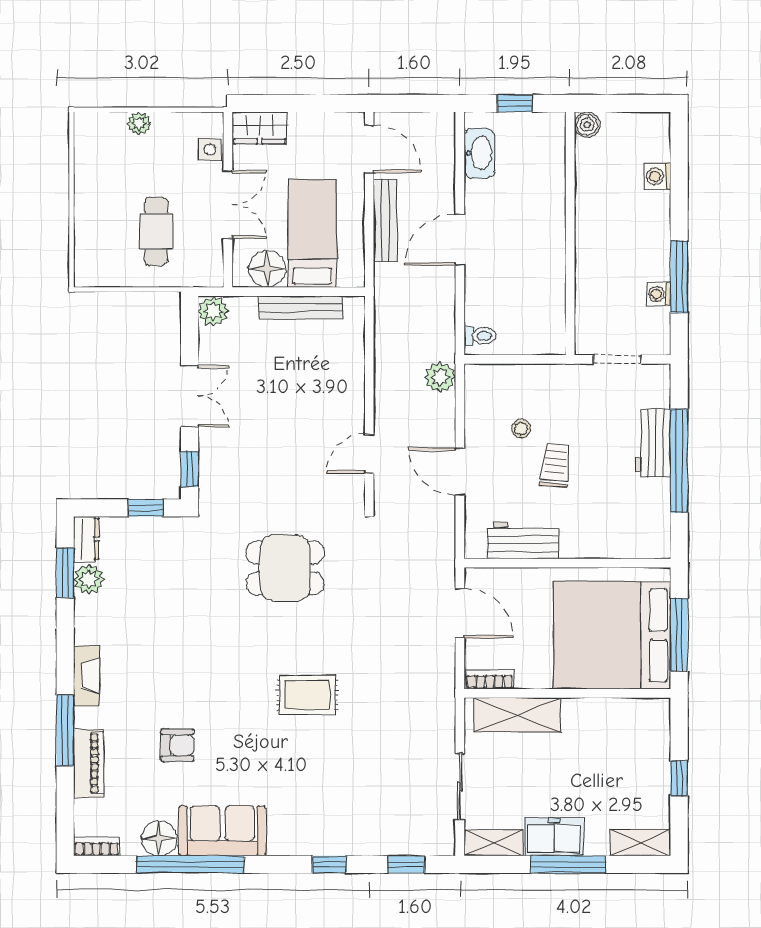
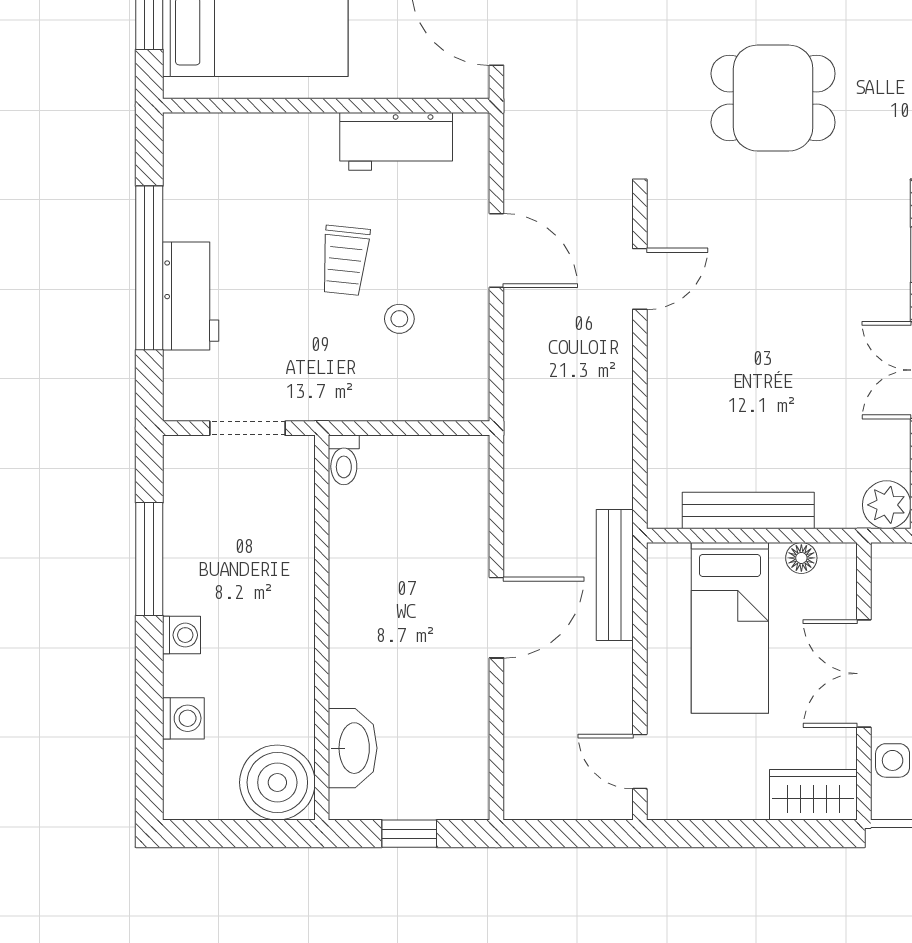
boiler: (587, 125) -> (277, 782), width x1.86, depth x1.86
door: (369, 149) -> (640, 762), width x0.73
washbasin: (479, 153) -> (353, 748), moved, turned 180
bench: (385, 220) -> (615, 575), moved
floor lamp: (267, 269) -> (801, 558), width x0.53, depth x0.53
washing machine: (659, 294) -> (182, 635), moved
toilet: (480, 336) -> (344, 460), moved, turned -90
plant: (440, 377) -> (528, 400), removed

